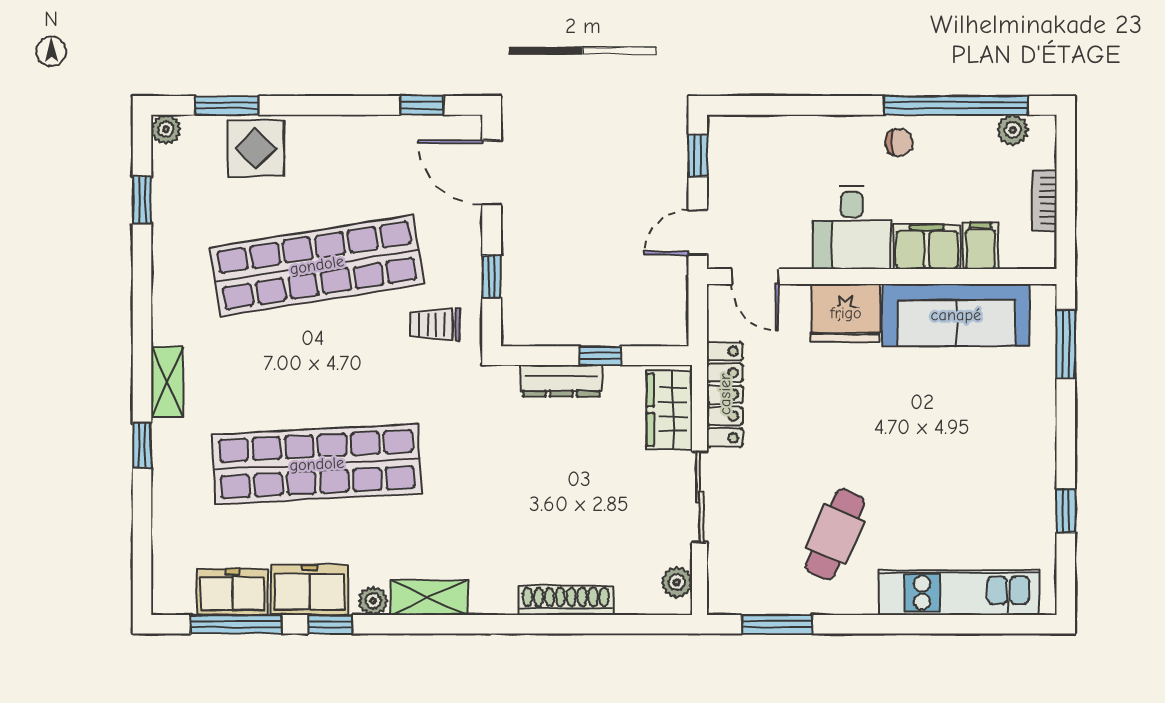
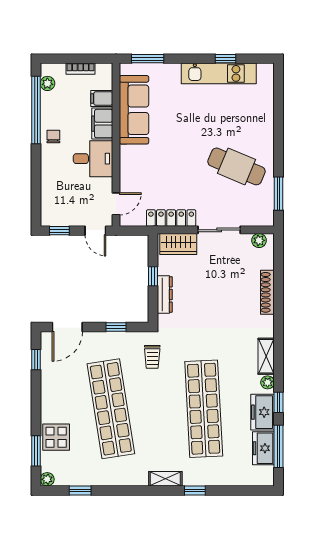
fridge: (846, 313) -> (133, 162), removed
trolley: (435, 324) -> (152, 357), moved
cafe table: (835, 534) -> (236, 166), width x1.37, depth x1.35
kitchen unit: (959, 593) -> (219, 73), moved, turned -90

